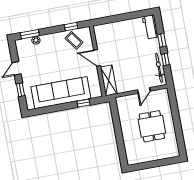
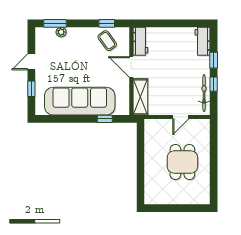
workbench: (101, 36) -> (140, 41), added

